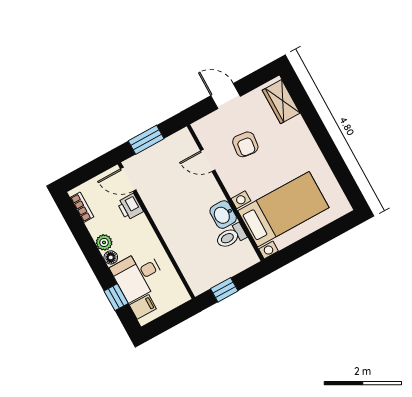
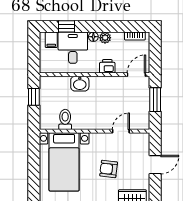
armchair: (245, 144) -> (109, 169), moved
printer: (130, 207) -> (107, 66), moved
washbasin: (223, 215) -> (80, 84), moved, turned 180

